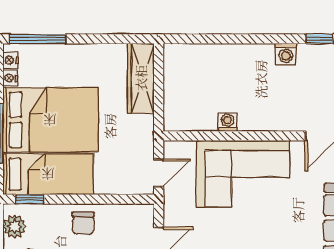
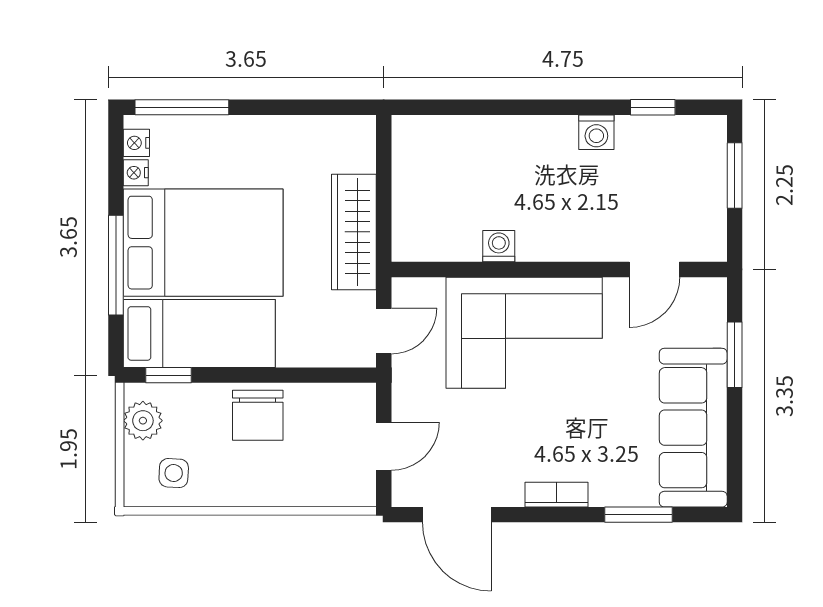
wardrobe: (141, 78) -> (354, 232), moved
chair: (83, 223) -> (258, 415), width x1.37, depth x1.37

